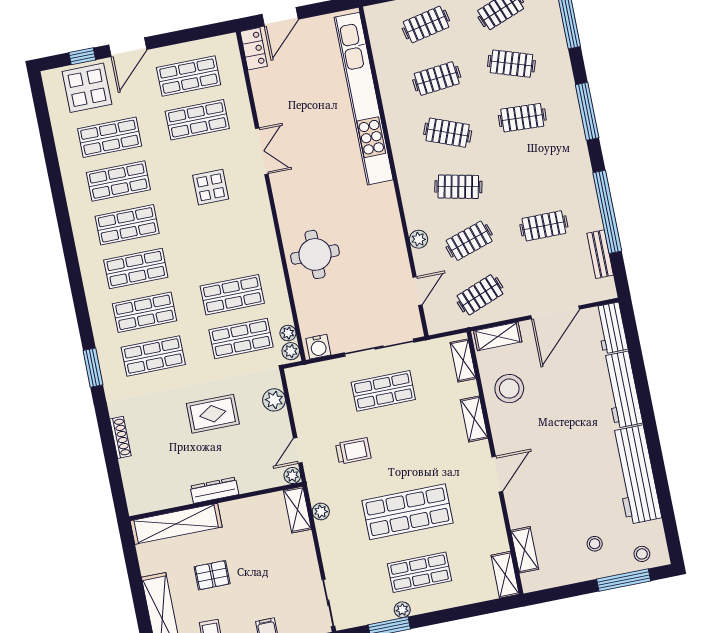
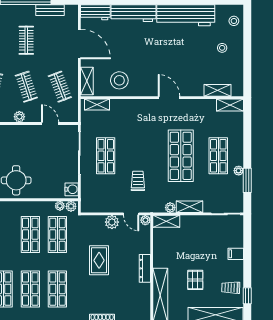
plant: (274, 400) -> (112, 222), moved
shelving: (474, 419) -> (190, 207), moved
window: (624, 580) -> (247, 35), removed

